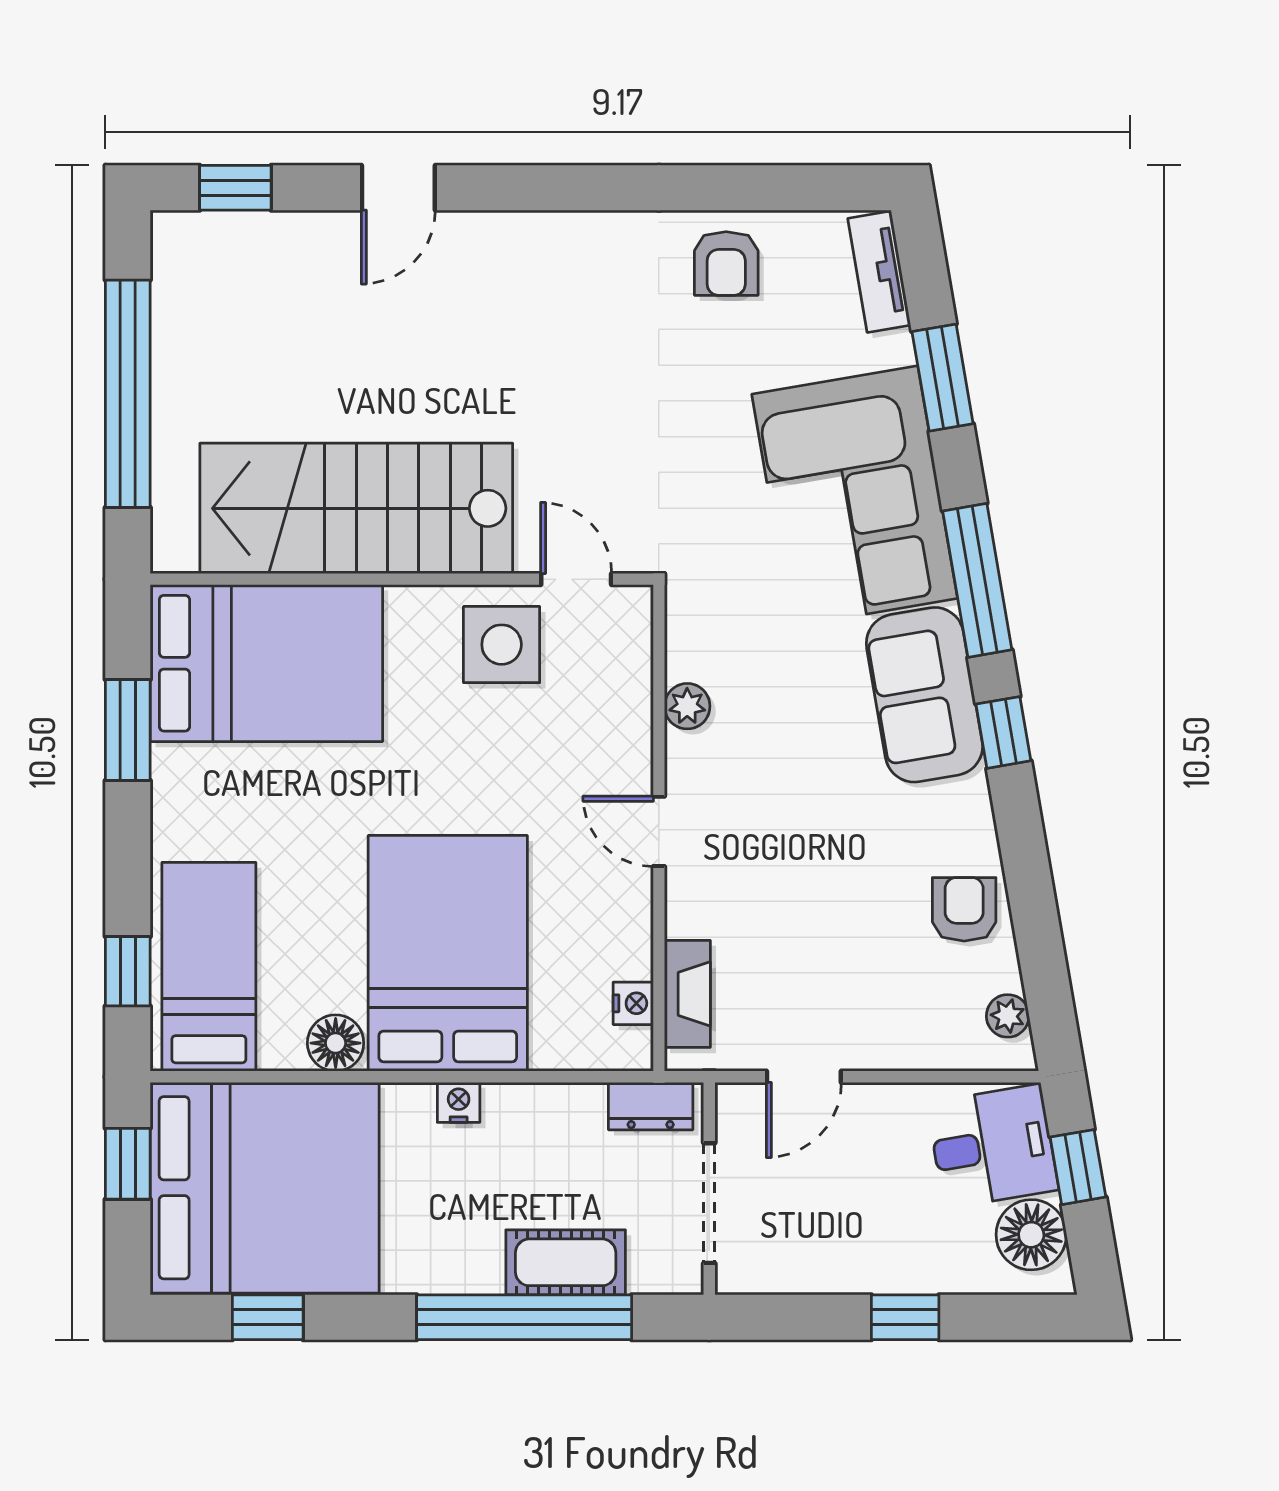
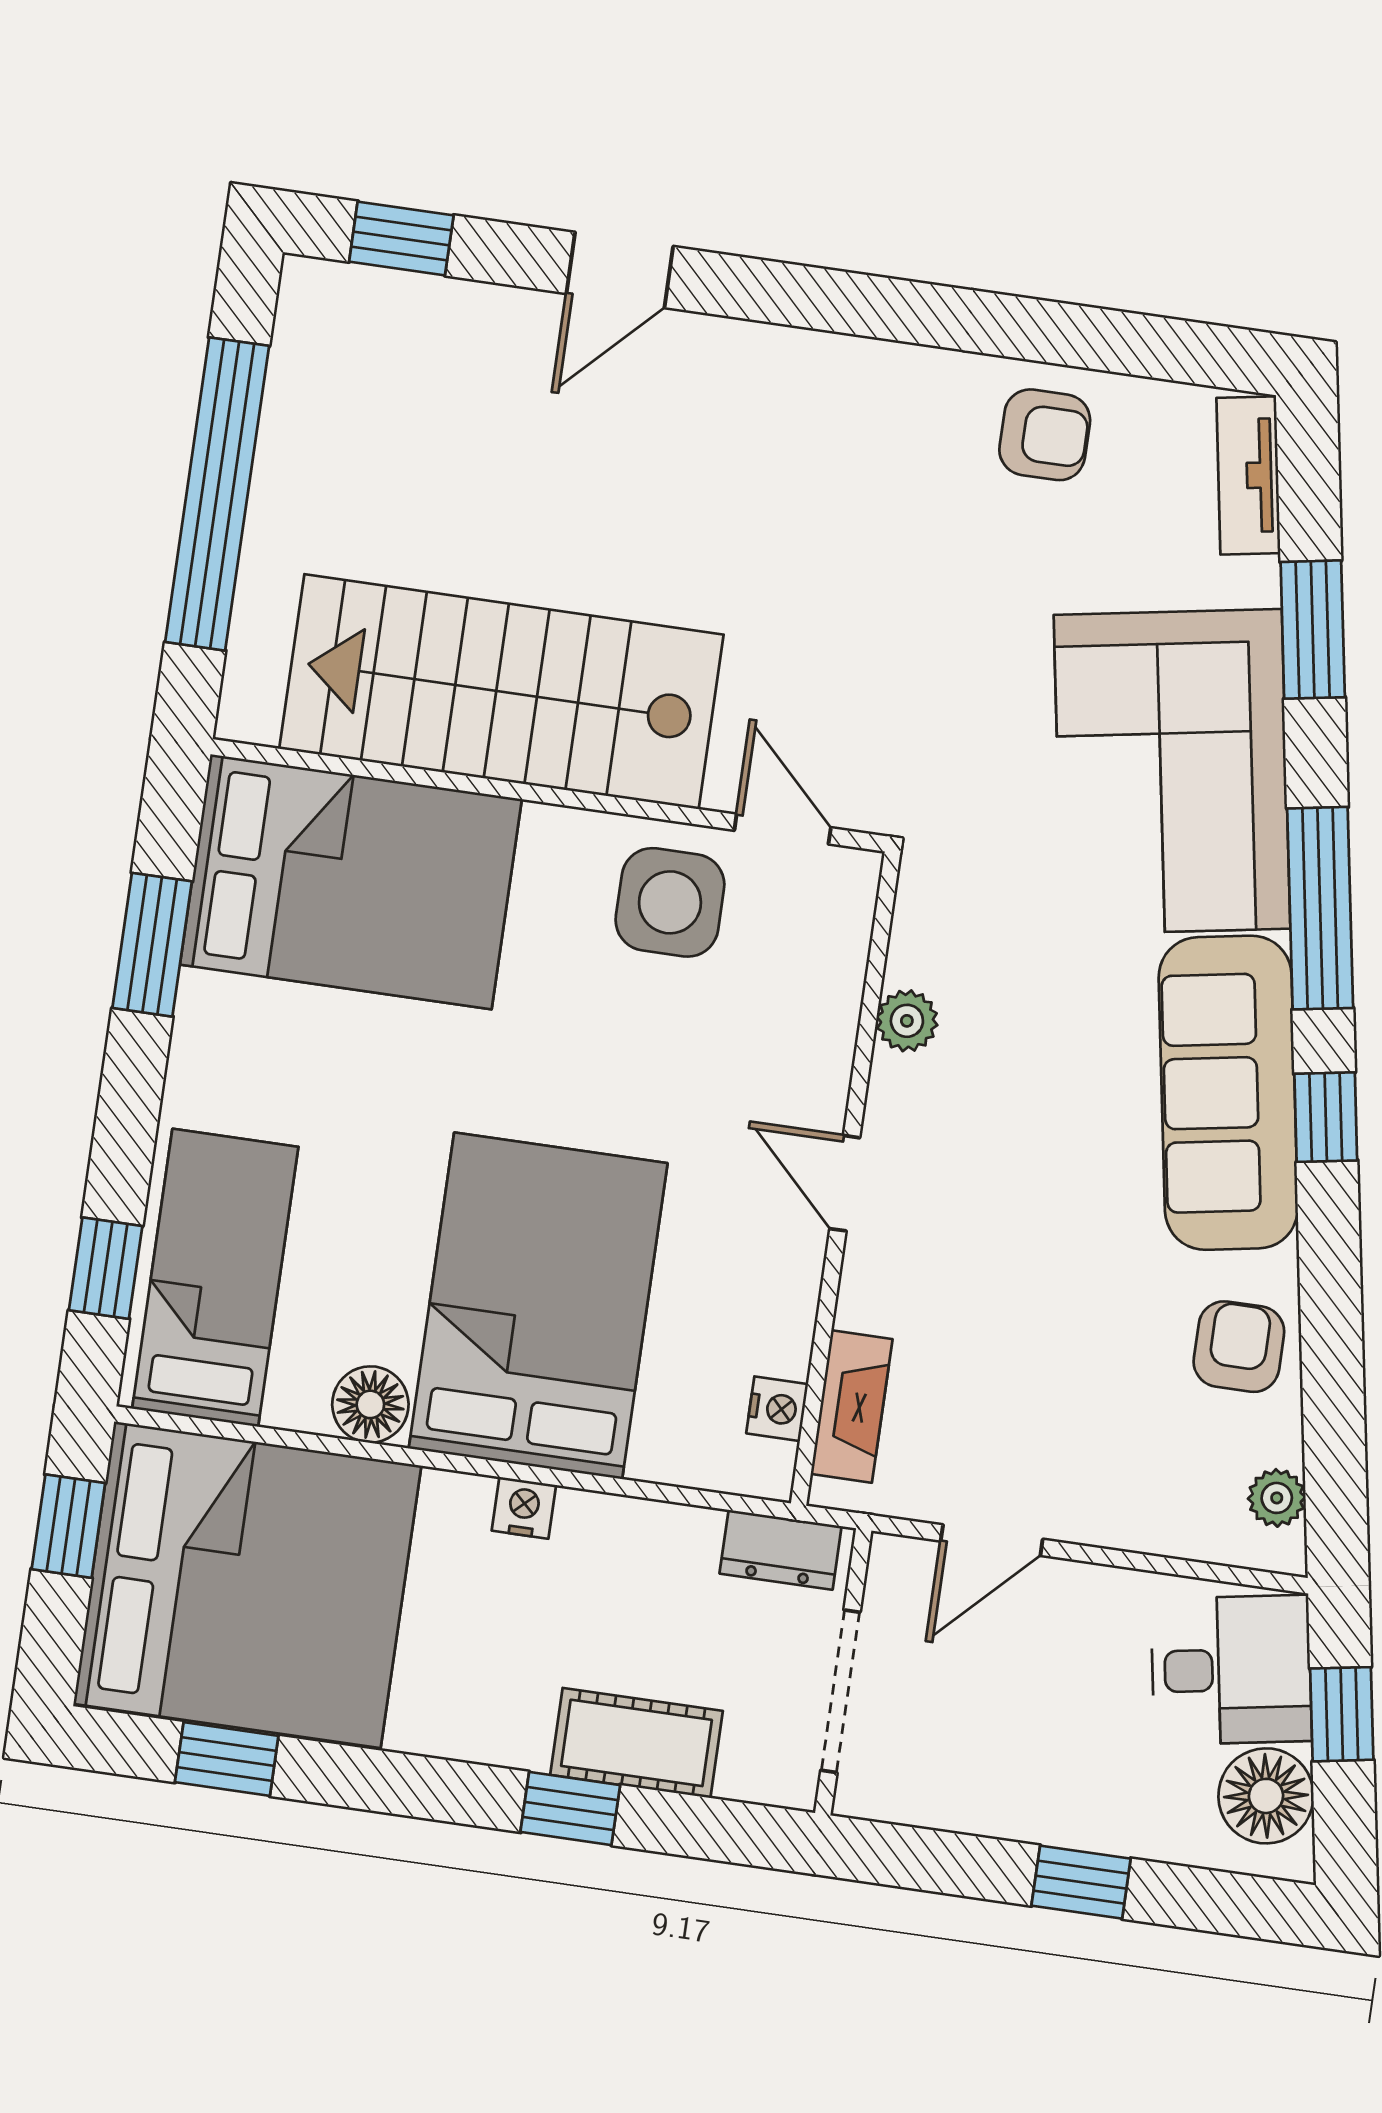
armchair: (726, 263) -> (1045, 435), turned -90
sofa: (924, 695) -> (1228, 1093), width x1.36
window: (524, 1317) -> (570, 1808), width x0.32

